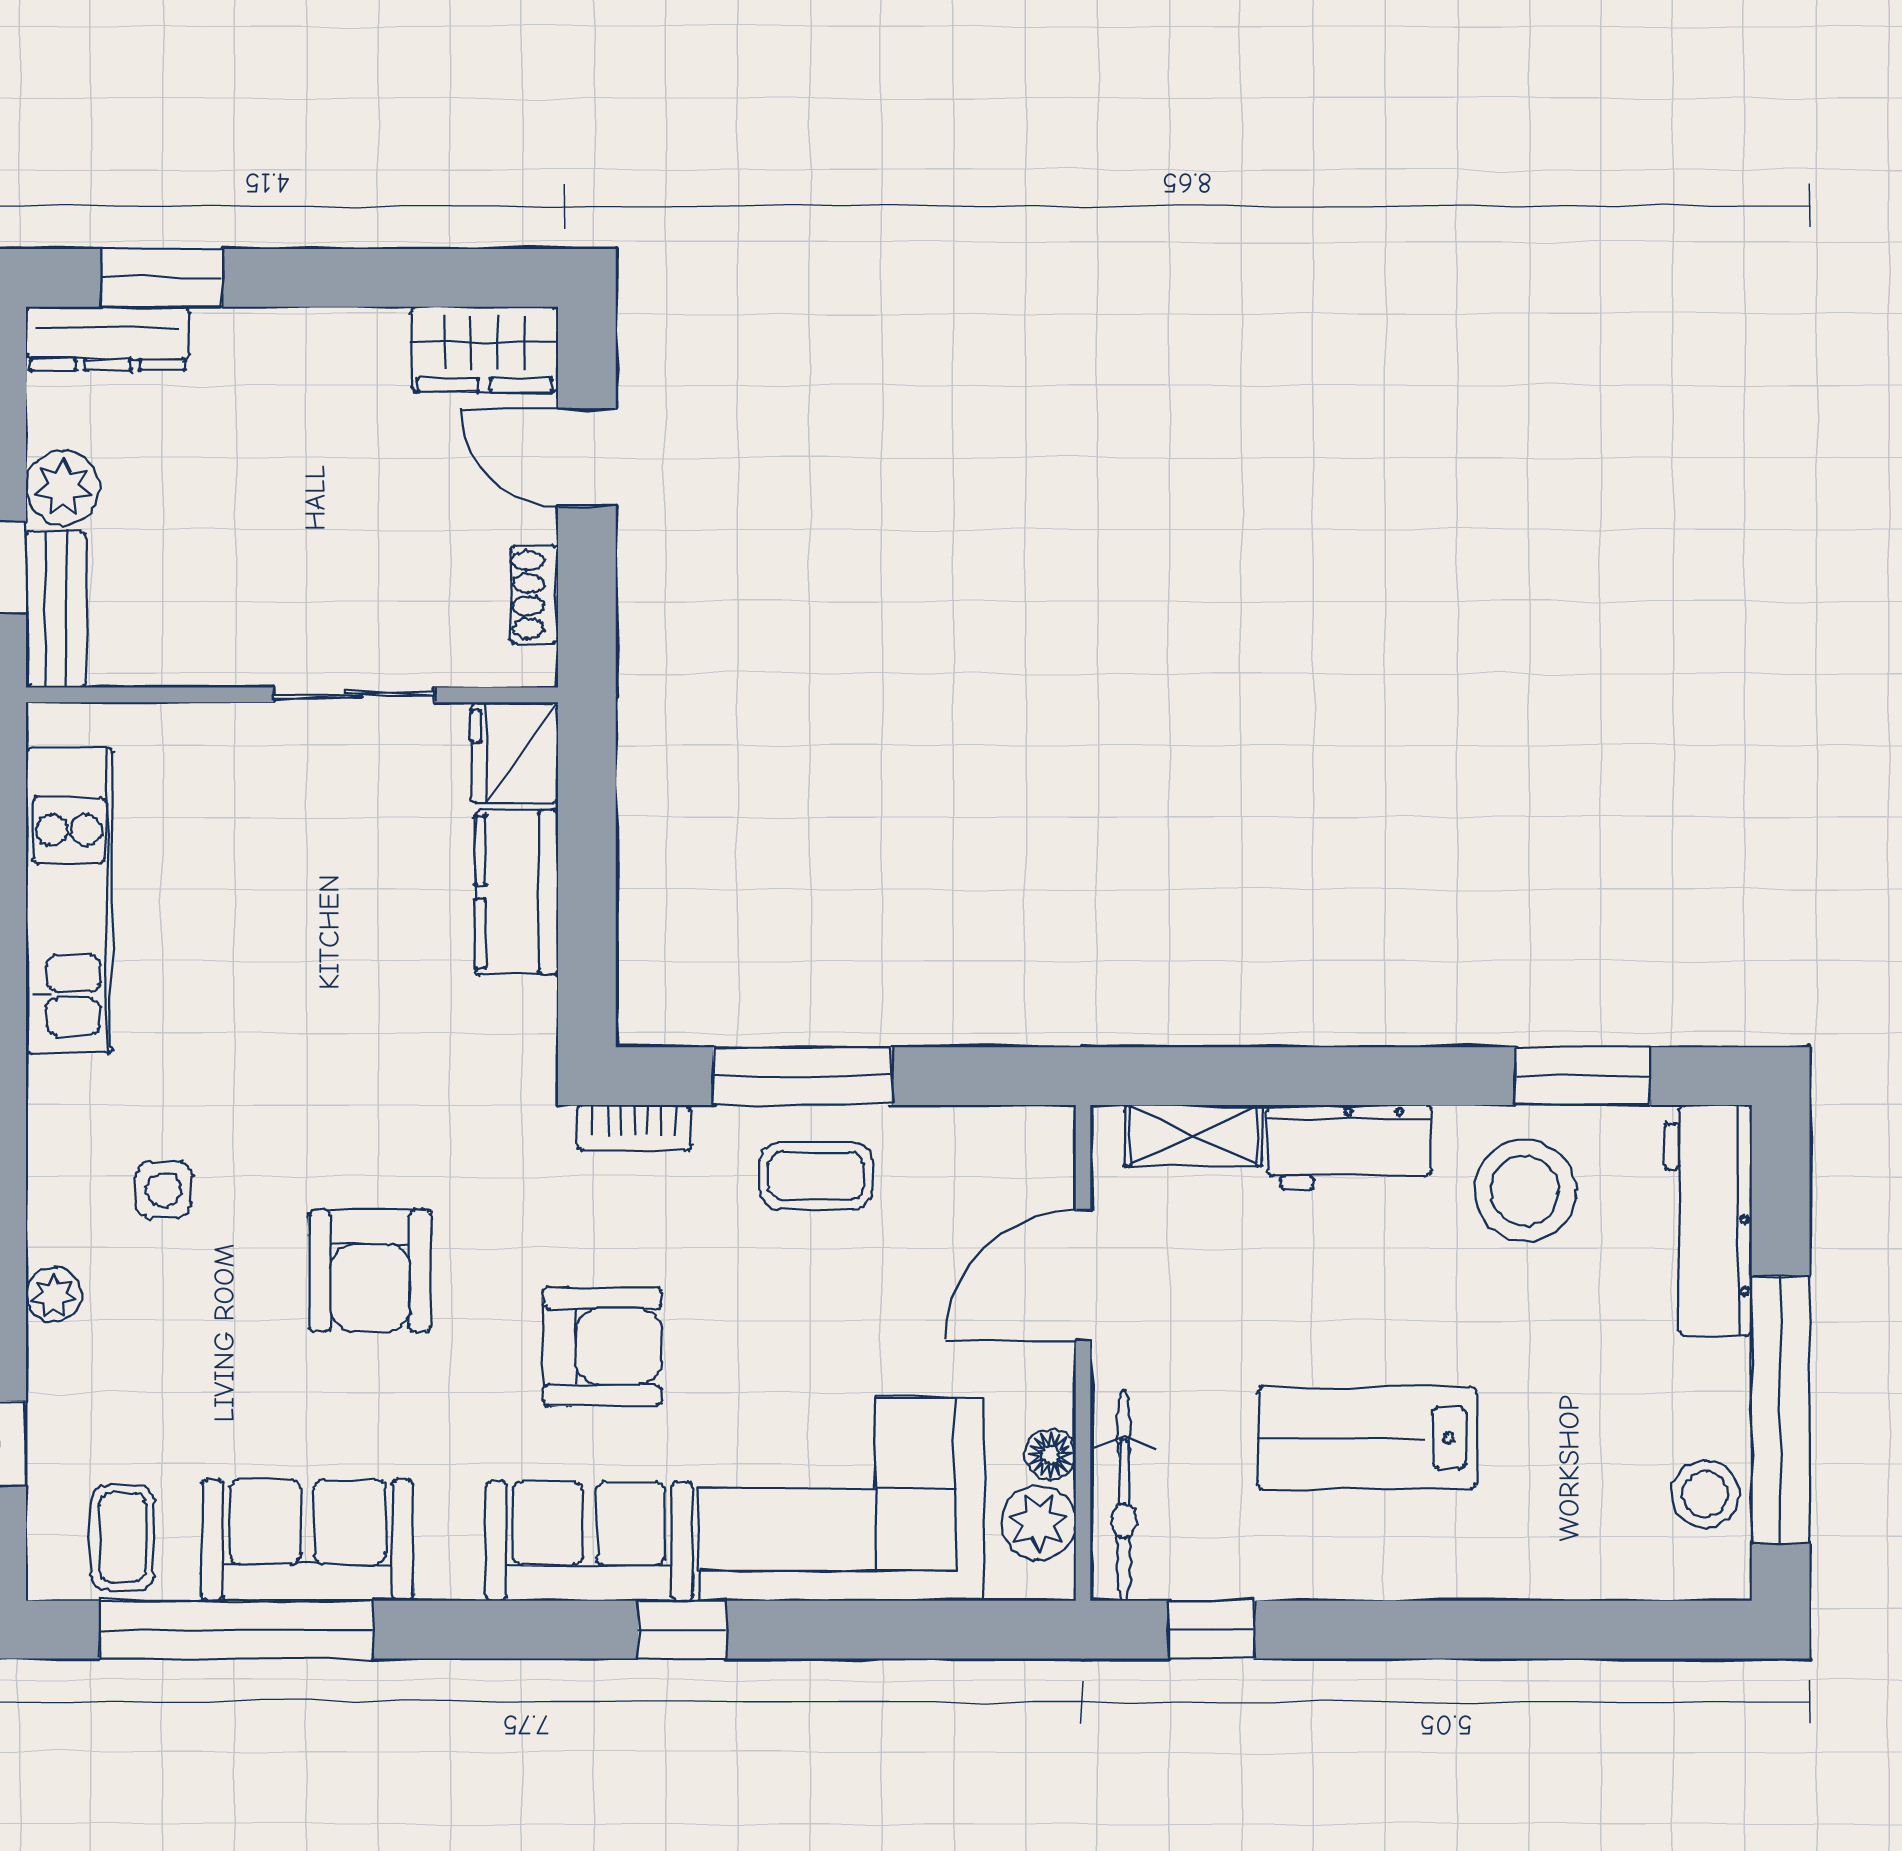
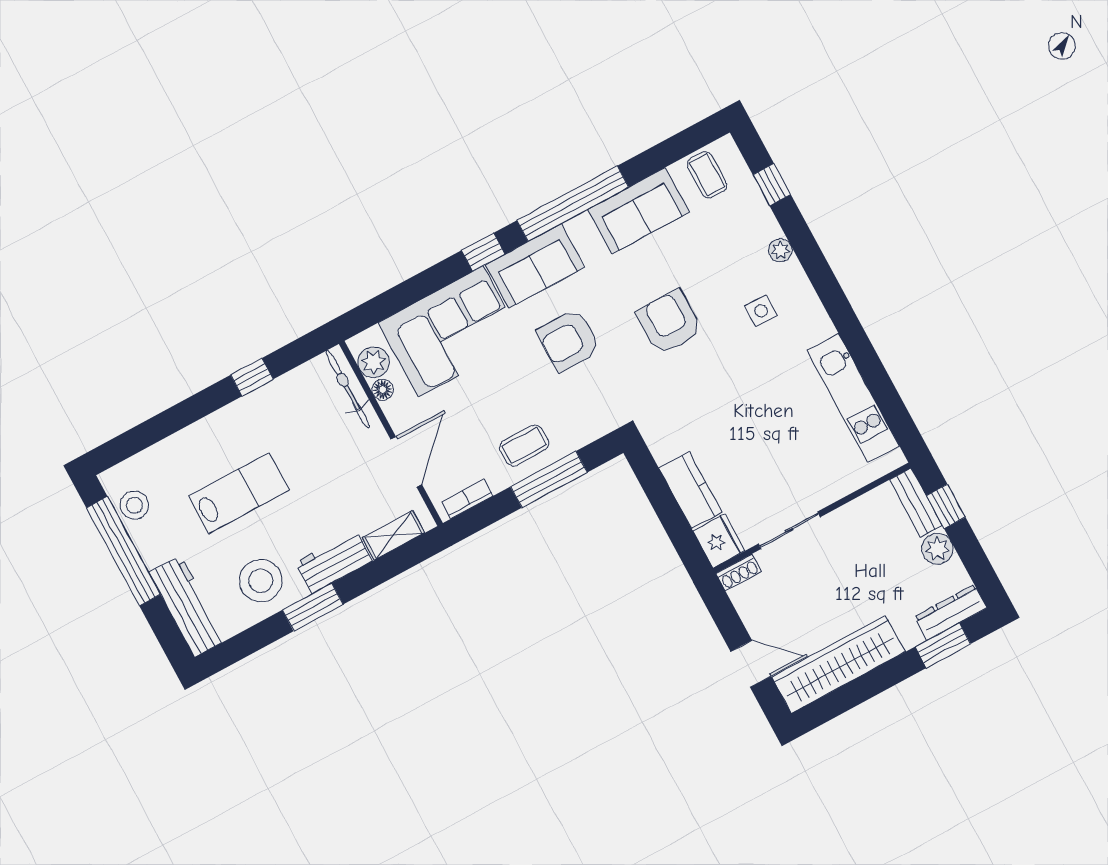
wardrobe: (484, 349) -> (838, 664), width x2.10, depth x1.17
shoe rack: (534, 594) -> (739, 573), moved, turned 90
window: (1583, 1076) -> (313, 607), moved
bookcase: (634, 1128) -> (467, 499), moved
lab bench: (1367, 1438) -> (239, 493), moved
window: (236, 1630) -> (573, 204), moved
window: (1212, 1630) -> (252, 377), moved

